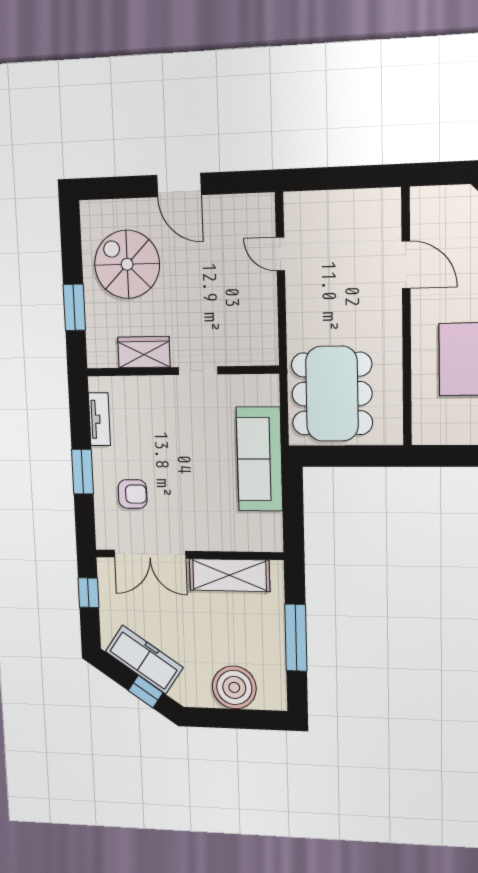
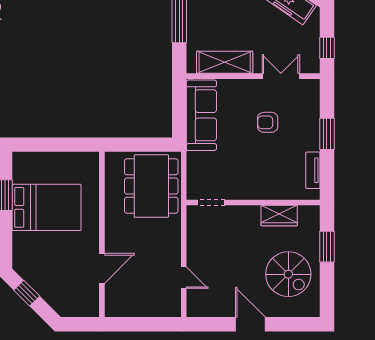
door: (406, 265) -> (102, 268), swing flipped
doorway: (198, 371) -> (211, 202), moved
sofa: (259, 459) -> (201, 115), moved
armchair: (133, 494) -> (268, 122), moved
double door: (150, 554) -> (281, 76), width x0.73

